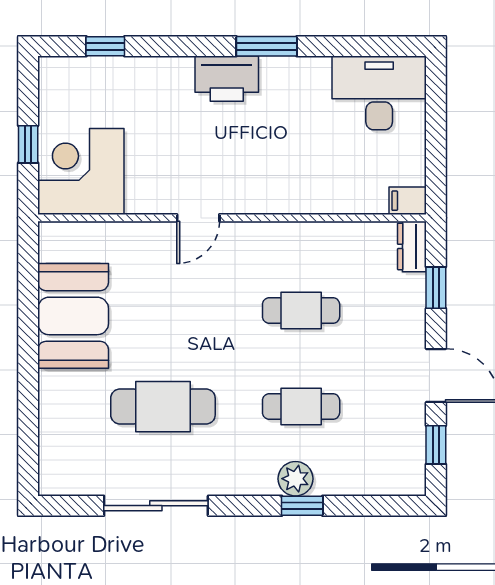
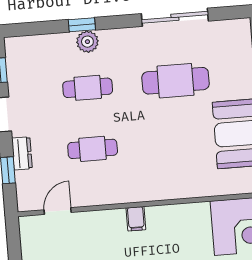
filing cabinet: (408, 201) -> (136, 219), moved, turned 90
door: (198, 218) -> (58, 211), moved
dresser: (412, 246) -> (22, 153), moved

